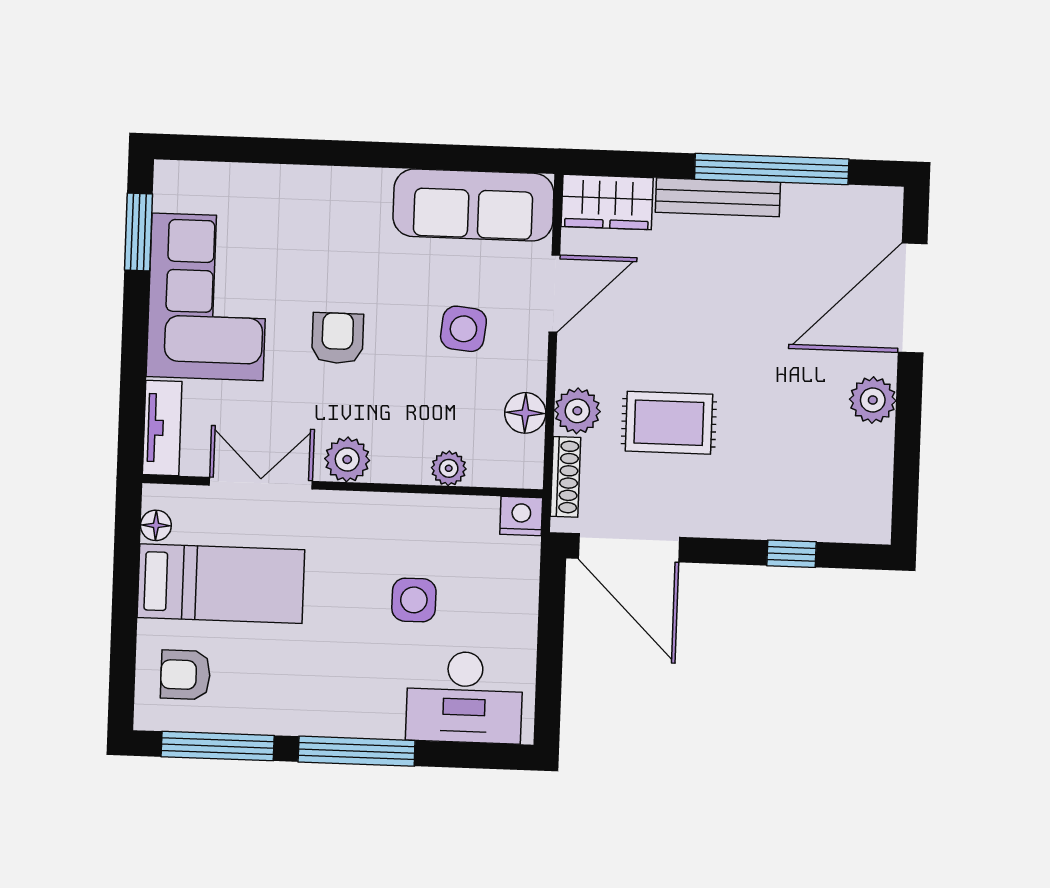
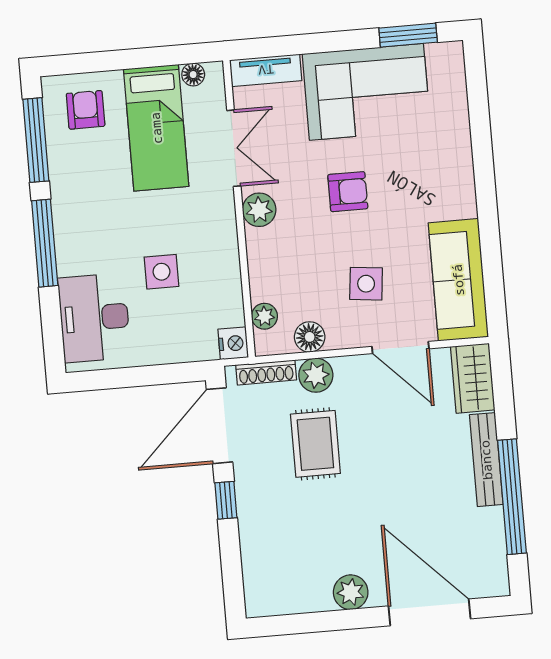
plant: (449, 468) -> (264, 316), moved
window: (791, 554) -> (226, 500), moved

